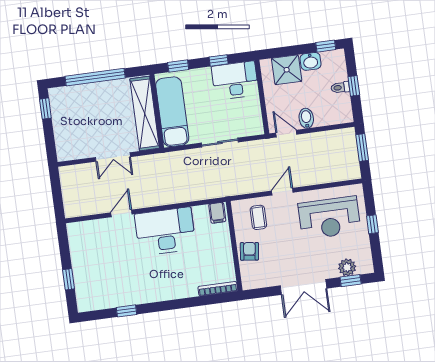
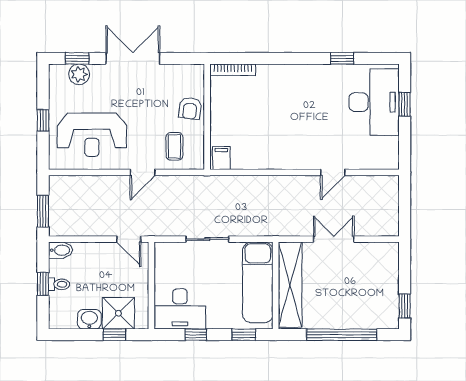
window: (326, 46) -> (114, 335), moved
bidet: (306, 118) -> (60, 250), moved, turned -90
reception desk: (329, 218) -> (92, 135), turned 180
desk: (165, 231) -> (374, 102), moved, turned -90

